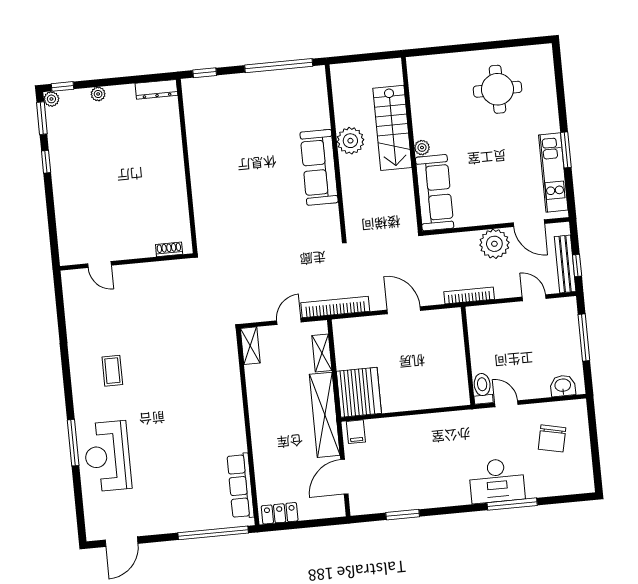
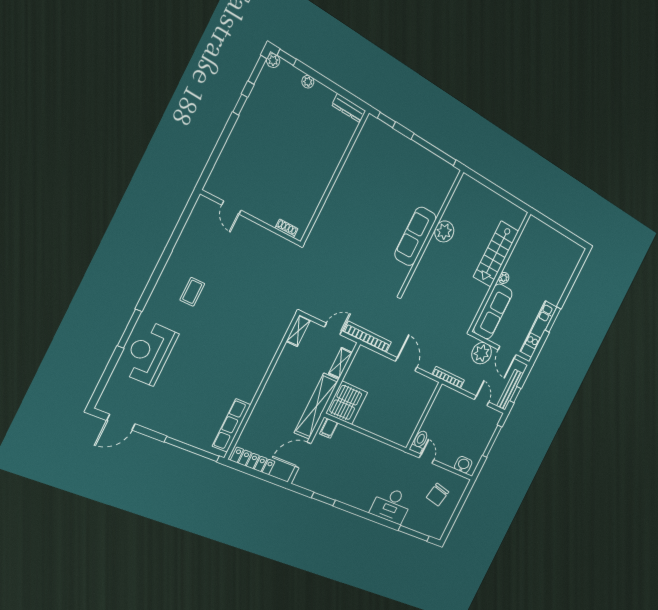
round table: (498, 89) -> (542, 257), removed
stairs: (392, 128) -> (496, 254), moved
wall: (412, 144) -> (500, 272), moved
plant: (422, 148) -> (504, 278), moved
sofa: (435, 193) -> (493, 311), moved
window: (512, 504) -> (414, 533), moved
locker: (280, 513) -> (253, 461), width x1.53

